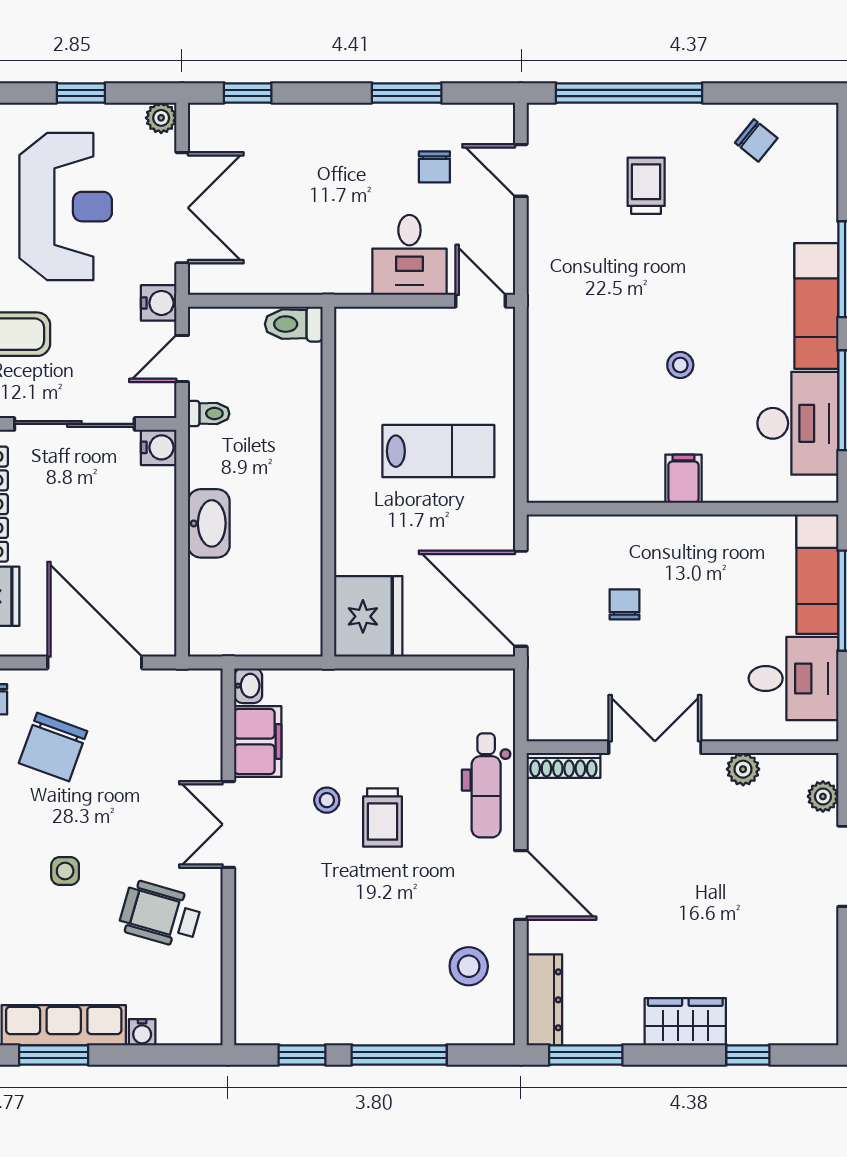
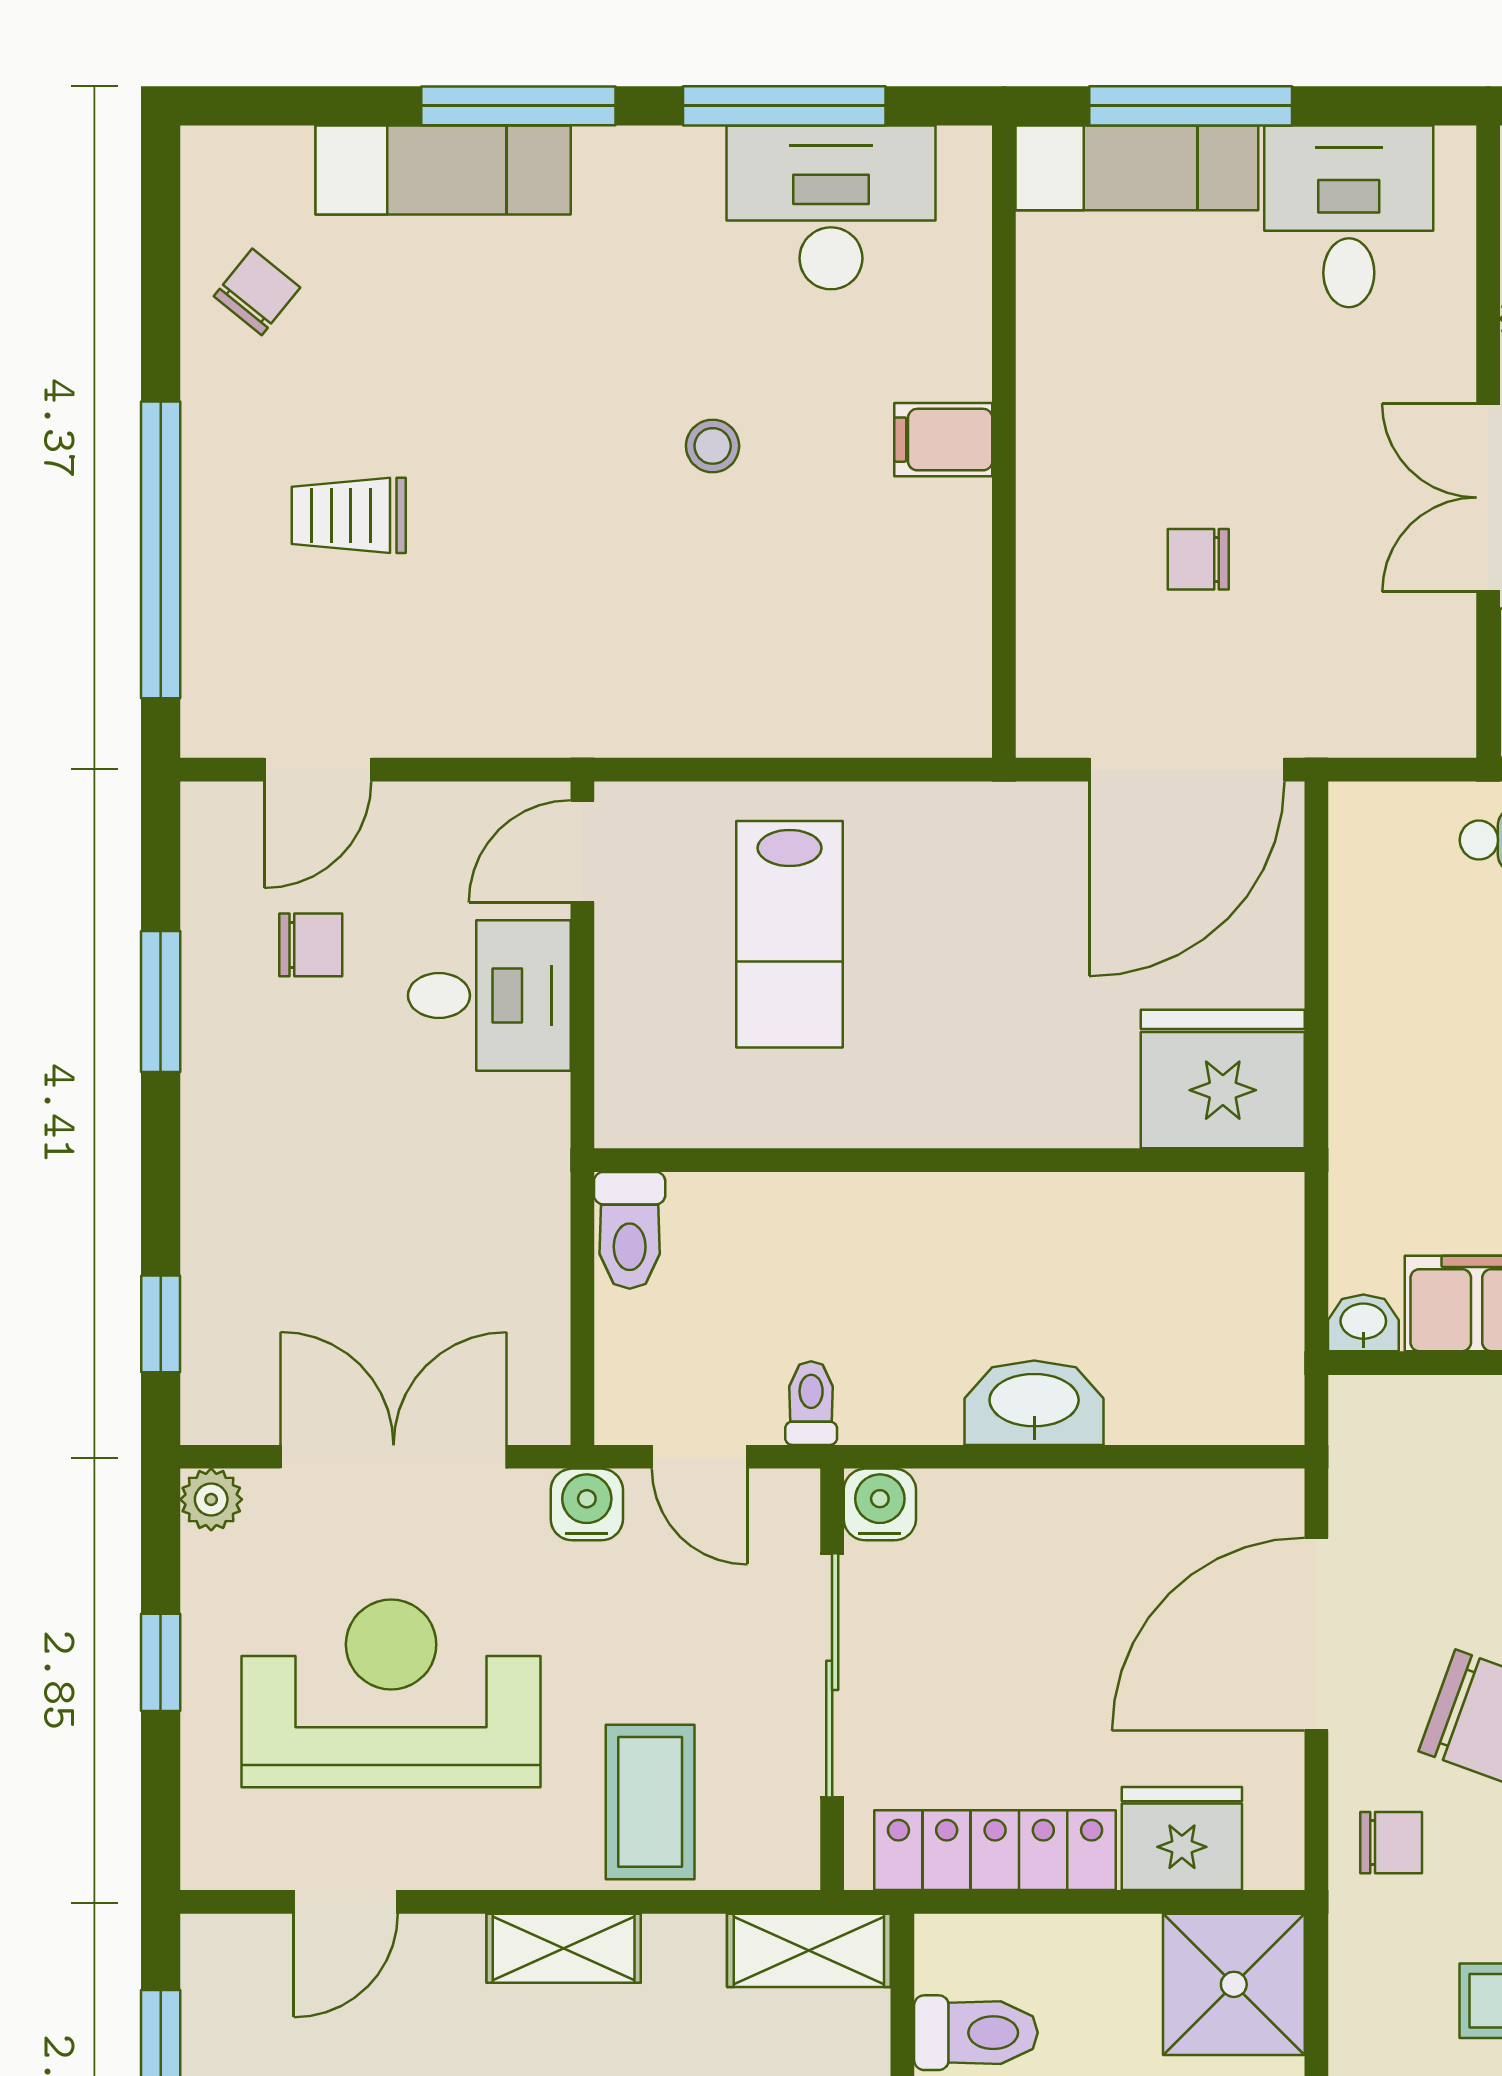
exam couch: (816, 306) -> (443, 170), moved
lab bench: (438, 451) -> (790, 934), moved, turned 180

